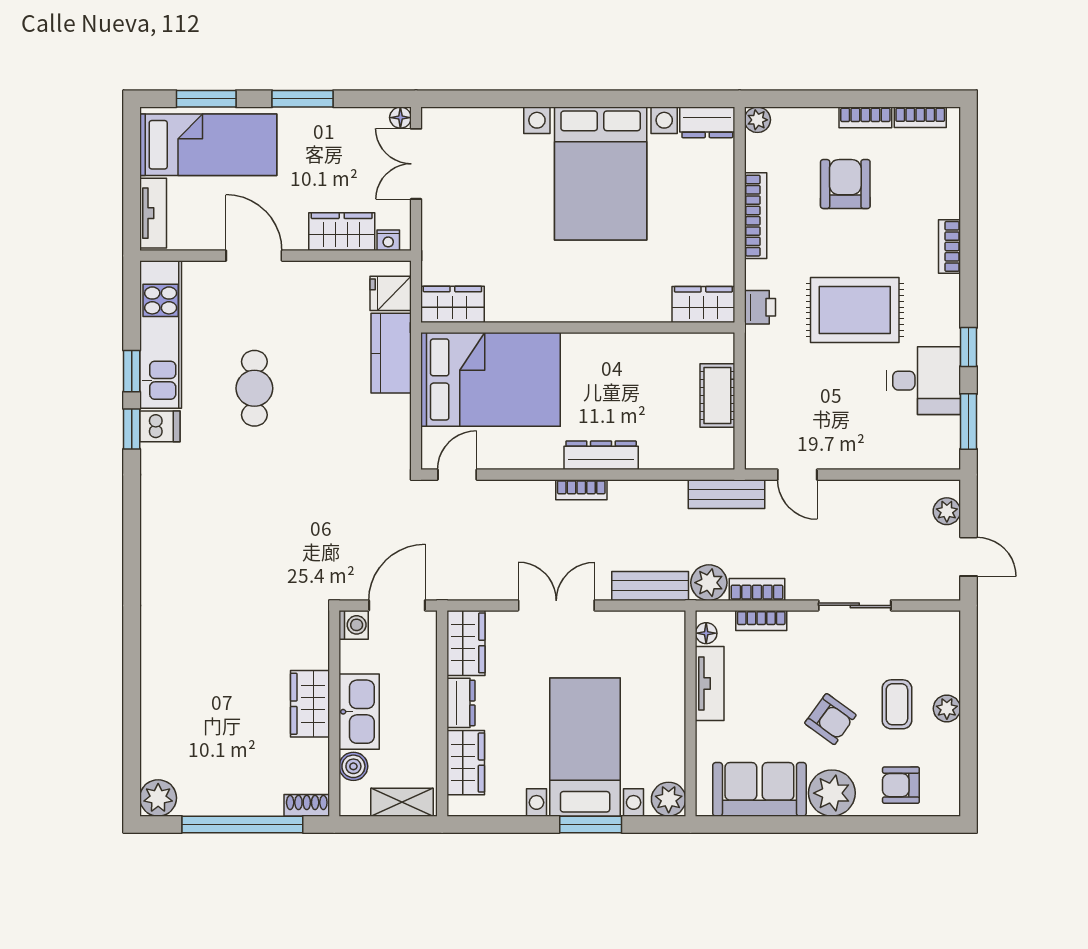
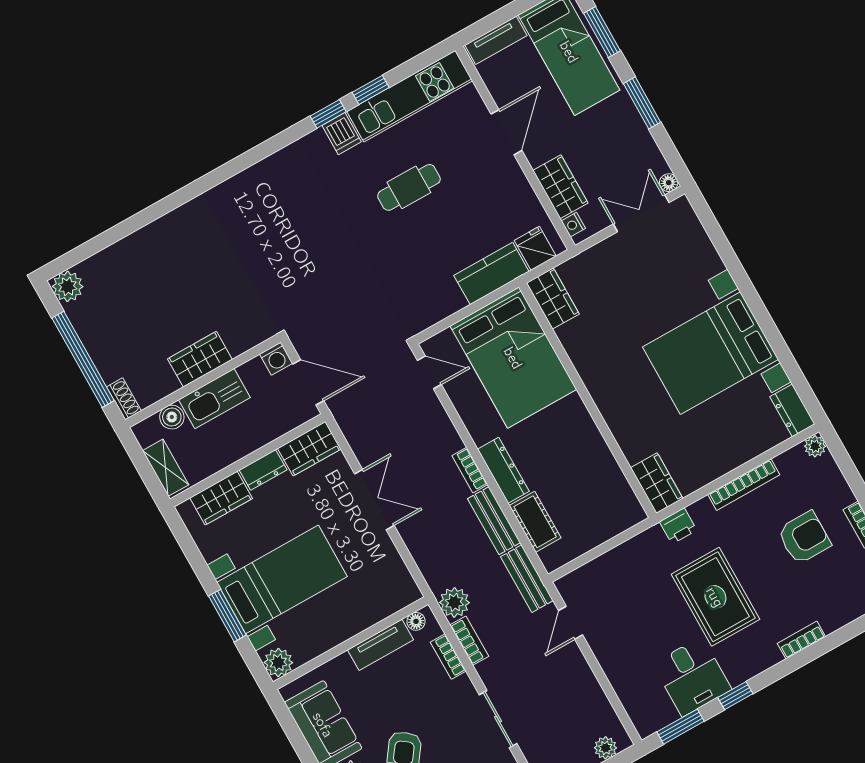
cot: (717, 395) -> (535, 522), moved, turned 90
bench: (650, 586) -> (494, 521), moved

